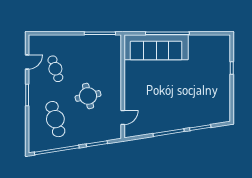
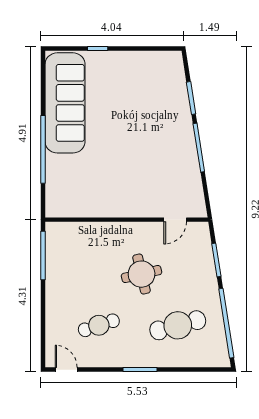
sofa: (156, 47) -> (65, 103), moved
door: (27, 62) -> (66, 370), moved
door: (123, 117) -> (175, 220), swing flipped

